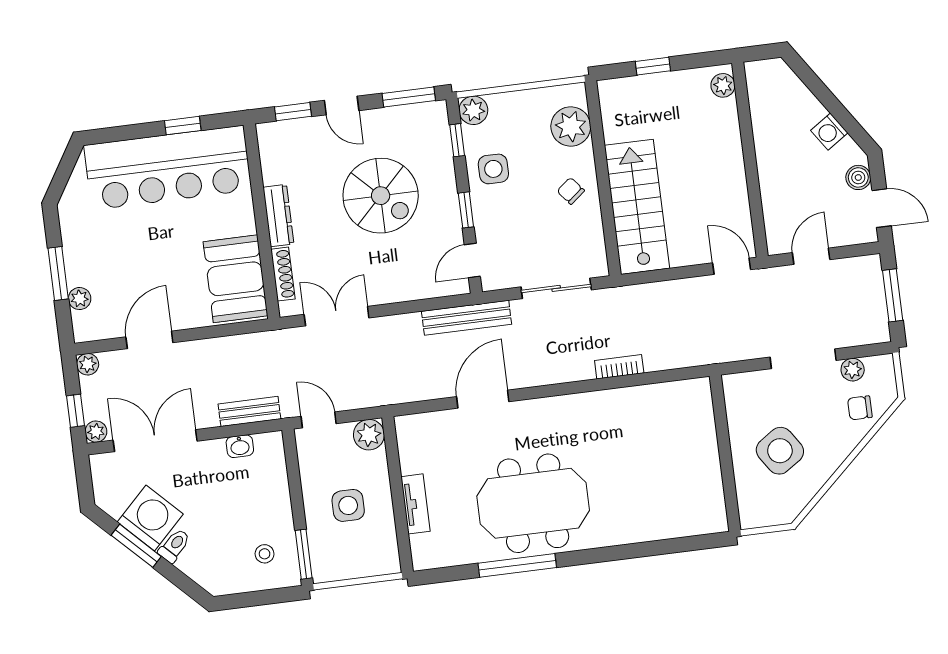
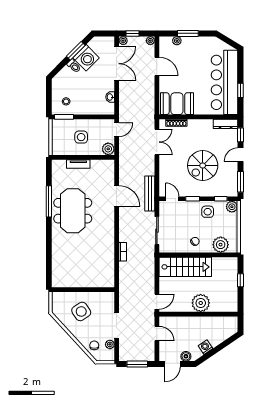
plant: (723, 85) -> (201, 303), moved, width x1.87, depth x1.87
dresser: (278, 216) -> (226, 124), moved
bench: (249, 411) -> (123, 103), removed

